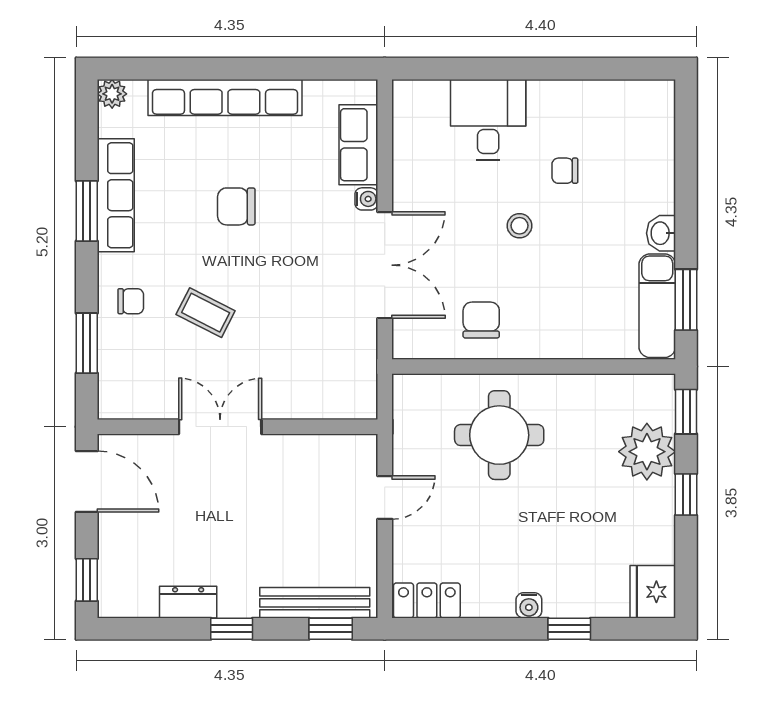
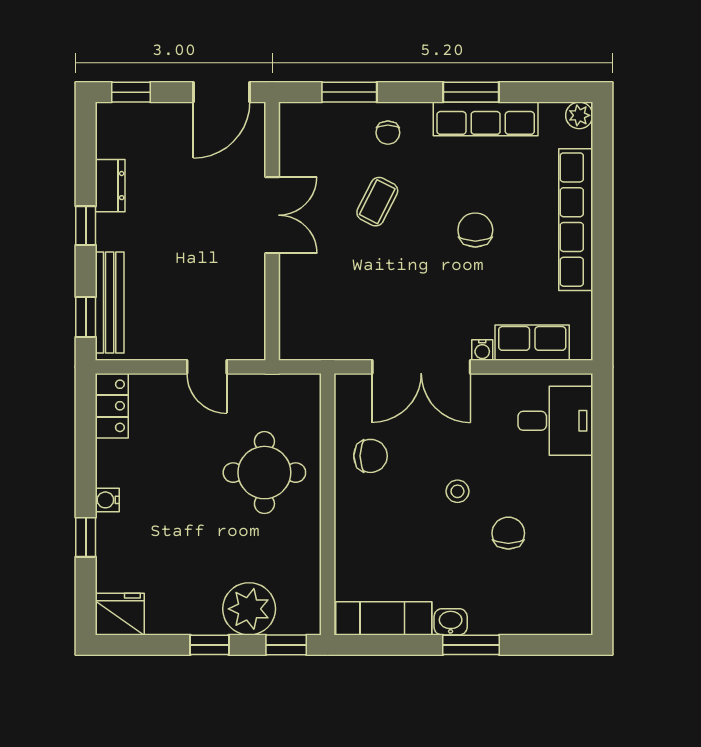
desk: (488, 120) -> (555, 421), moved
chair: (565, 171) -> (508, 533), width x1.37, depth x1.37
window: (686, 300) -> (471, 645), moved

